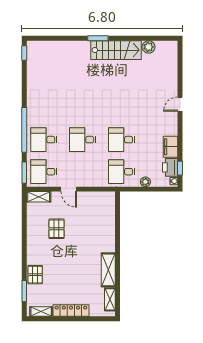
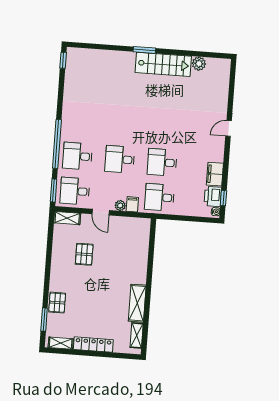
filing cabinet: (97, 180) -> (132, 204), added
plant: (145, 182) -> (120, 206), moved

